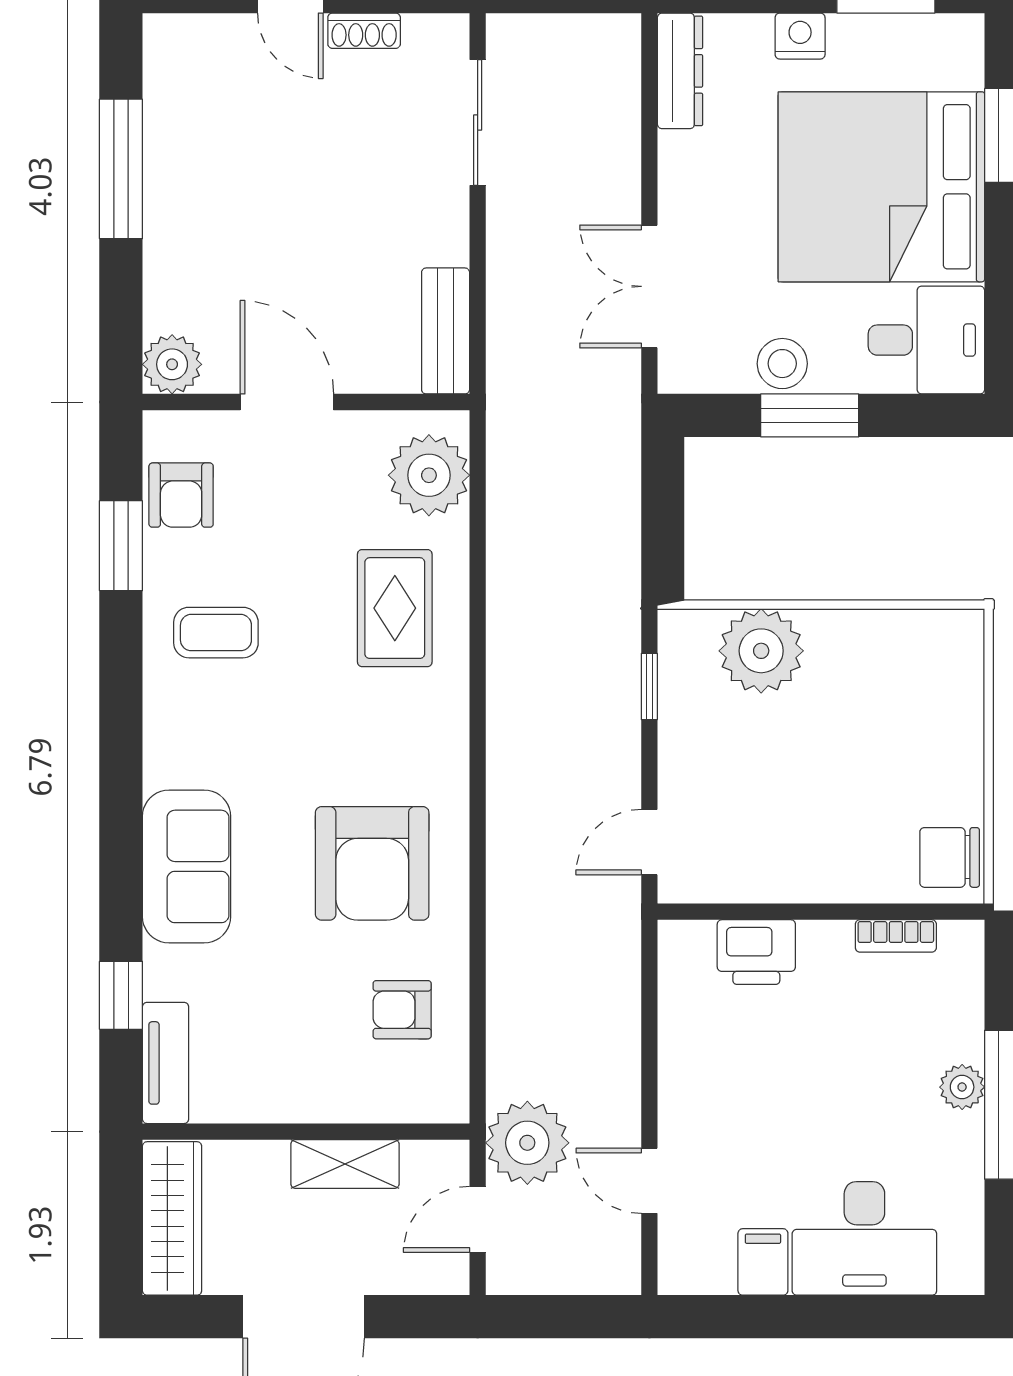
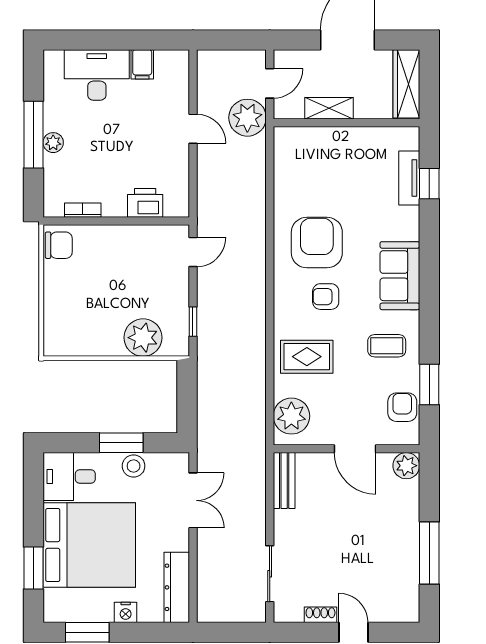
dresser: (680, 71) -> (177, 587), width x1.37, depth x1.24
rug: (395, 608) -> (307, 357), turned 90
sofa: (187, 866) -> (400, 276), moved
armchair: (402, 1010) -> (326, 297), moved, turned 180
tv unit: (166, 1063) -> (409, 178), moved
door: (649, 1181) -> (193, 129), moved

